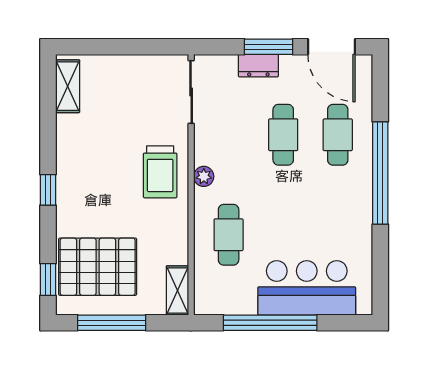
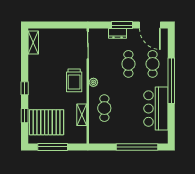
window: (48, 279) -> (25, 116), moved
bar counter: (307, 288) -> (156, 109), moved, turned -90
shelving: (178, 290) -> (82, 115), moved
window: (270, 323) -> (137, 147), moved

